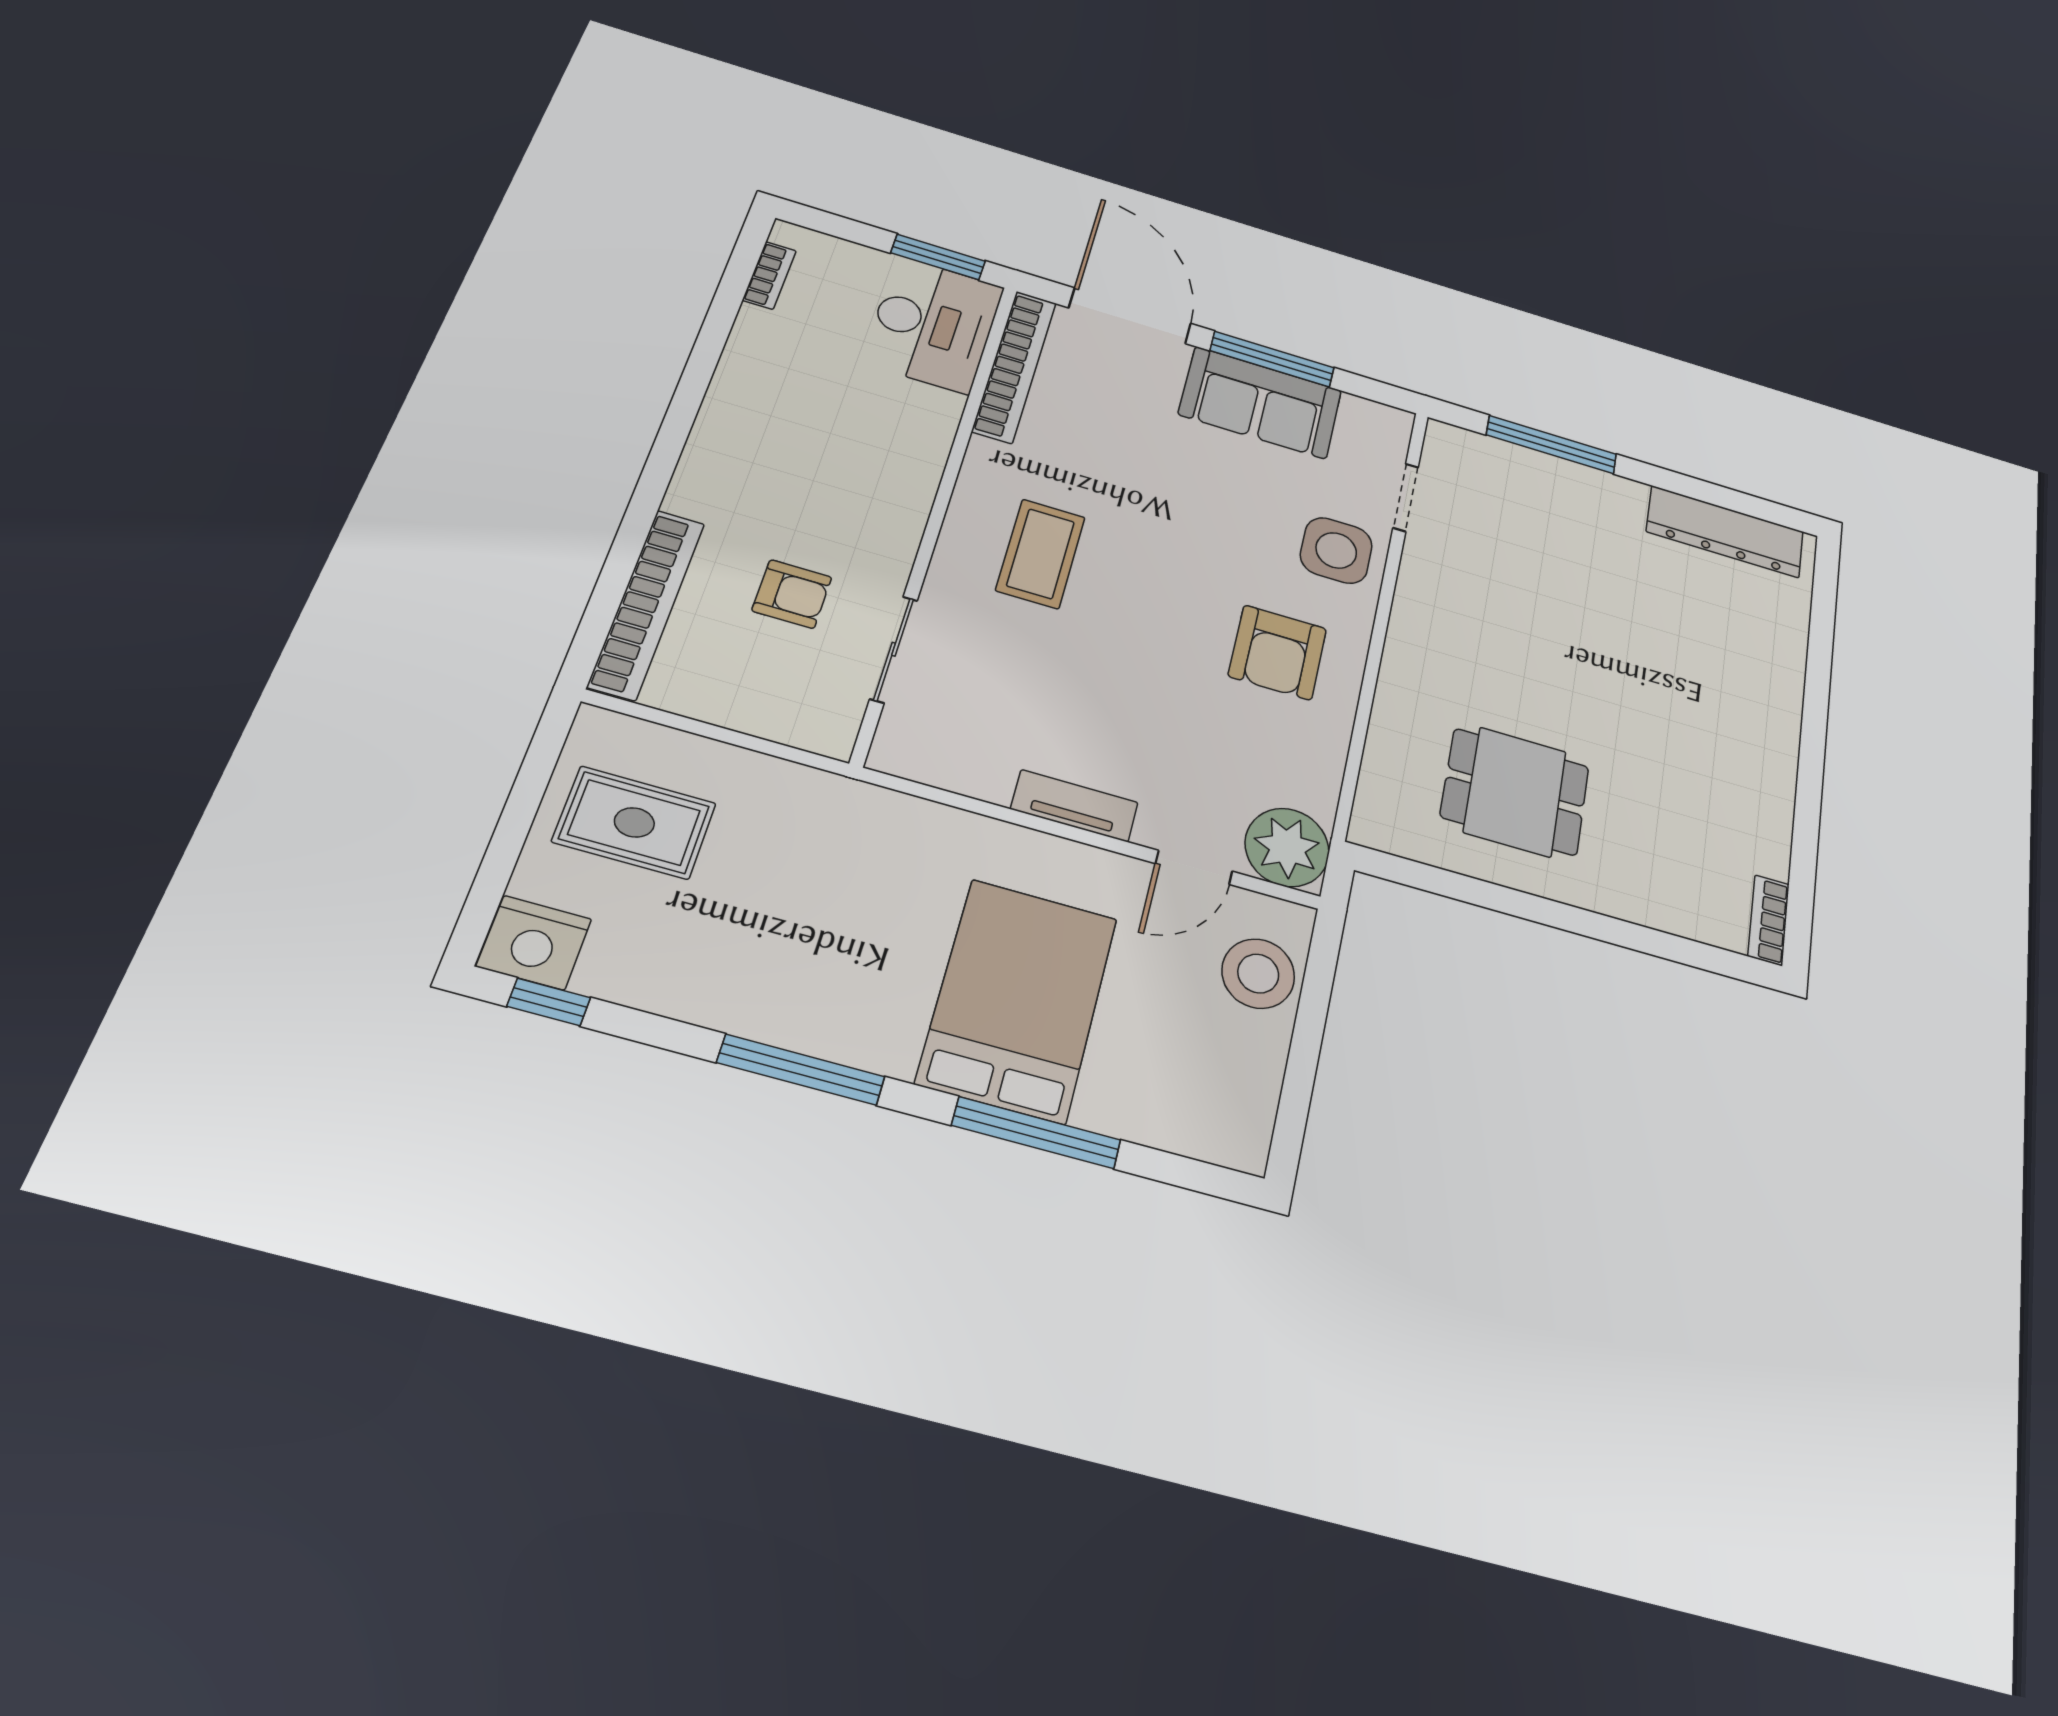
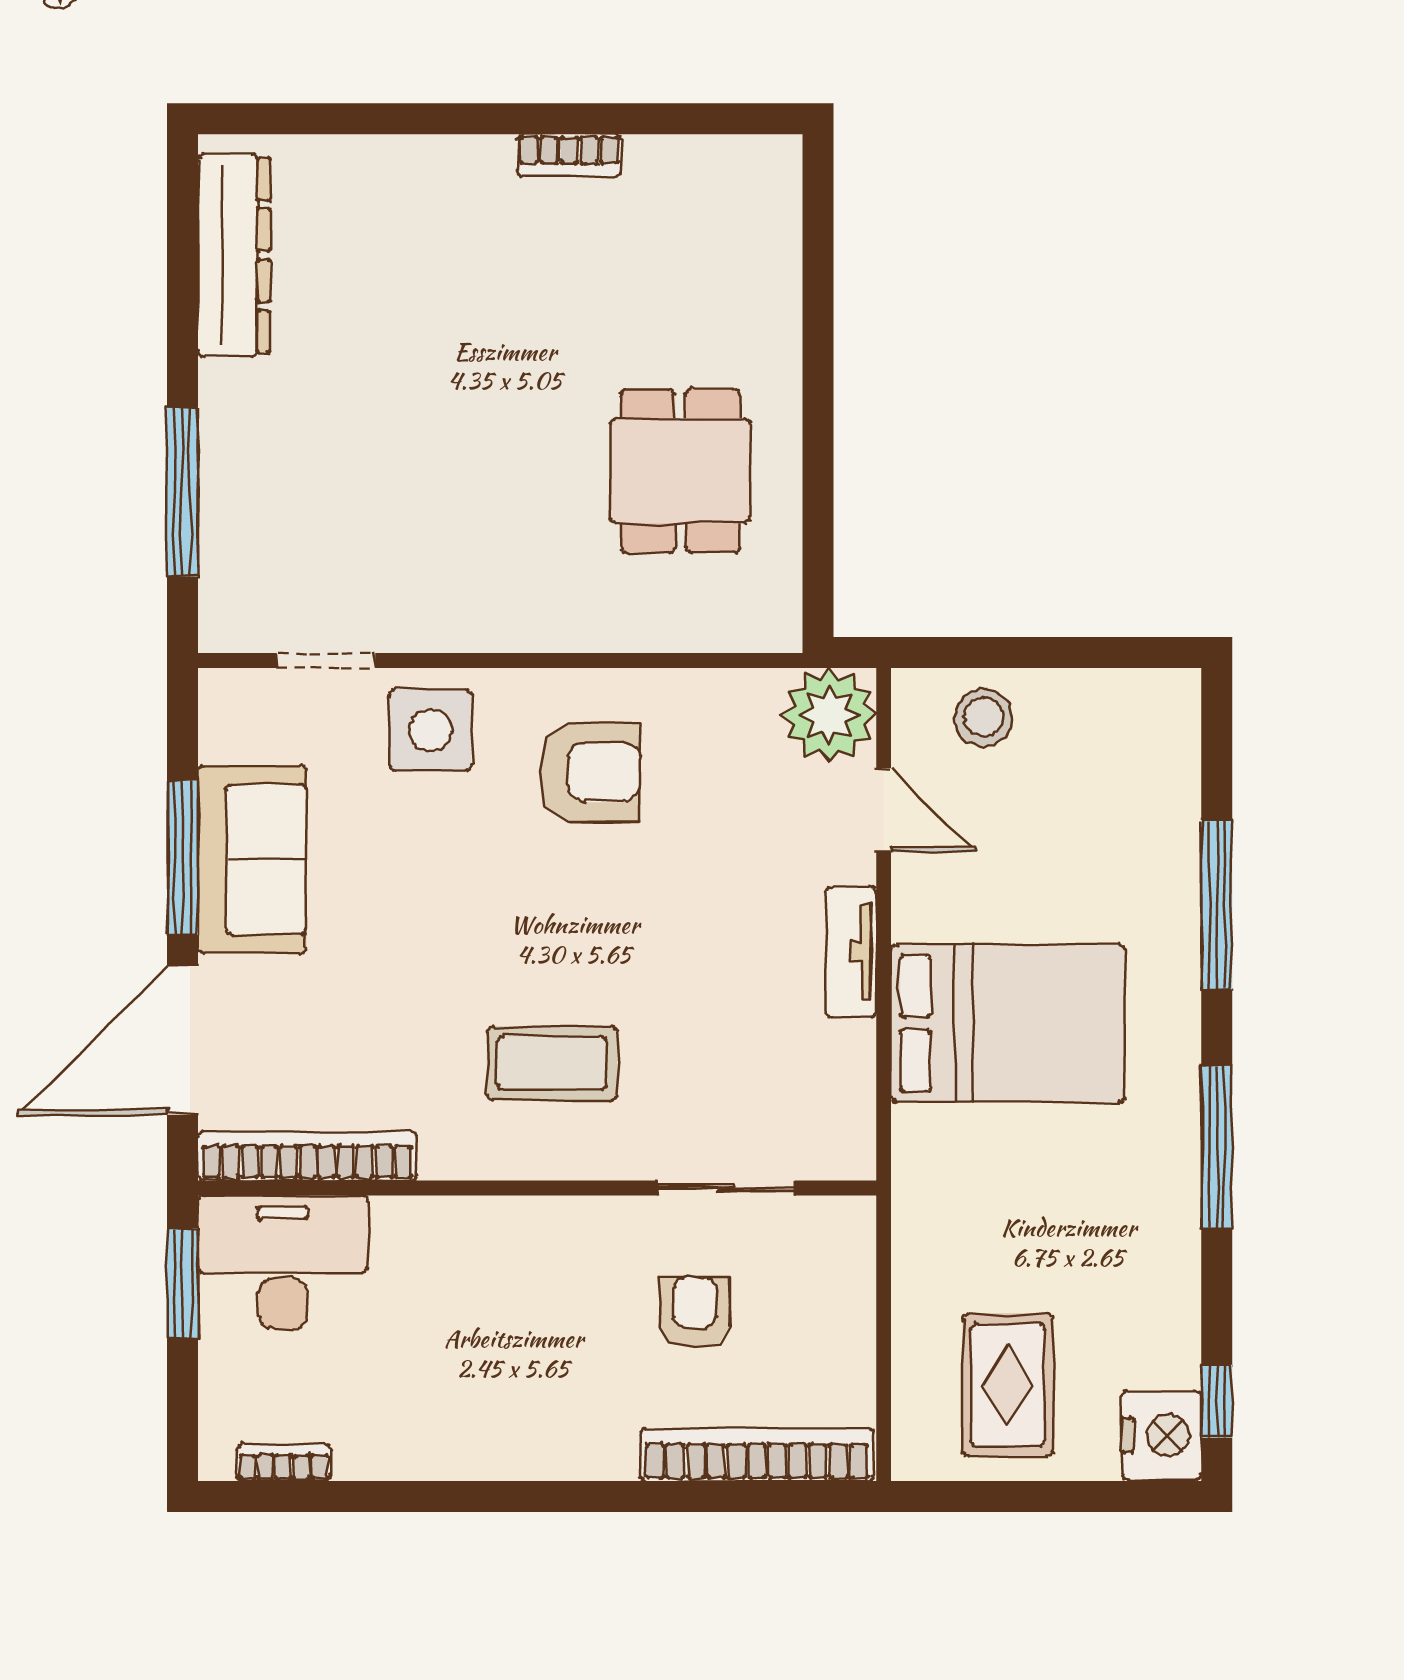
bookcase: (1769, 920) -> (569, 155), moved
stool: (1258, 974) -> (984, 718), width x0.73, depth x0.73
bed: (1018, 1000) -> (1008, 1023), moved, turned 180

